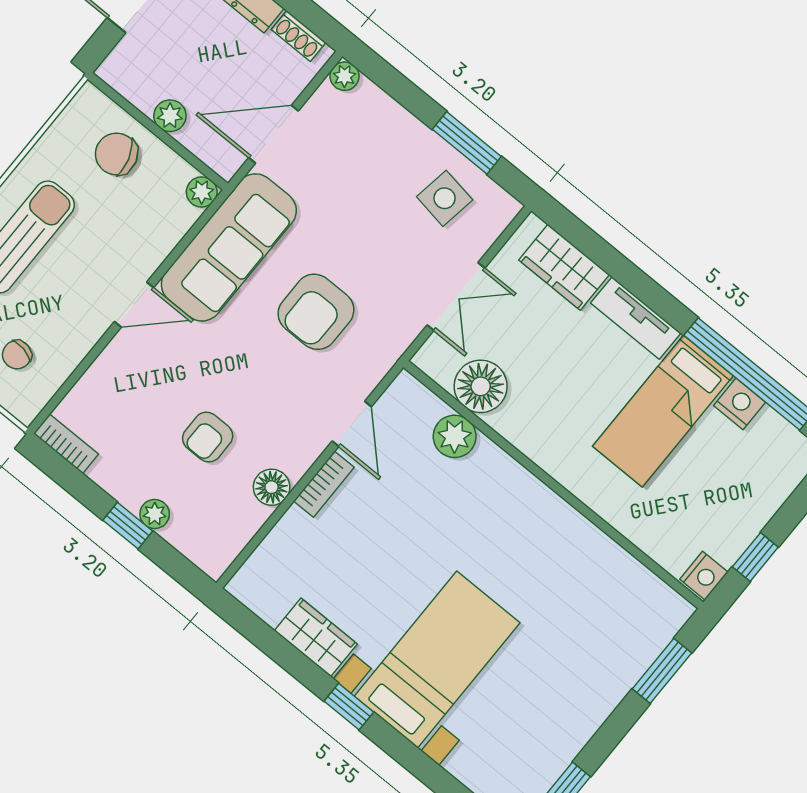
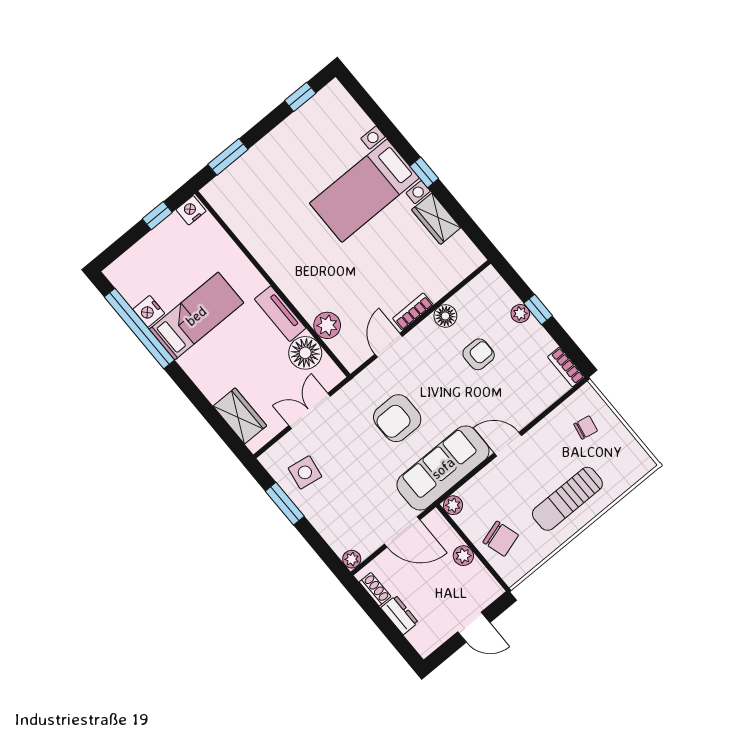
armchair: (316, 312) -> (397, 418), turned 180
tv unit: (636, 318) -> (280, 314), moved, turned 180

